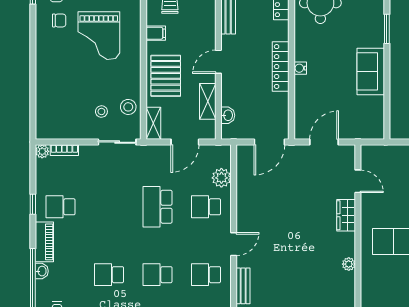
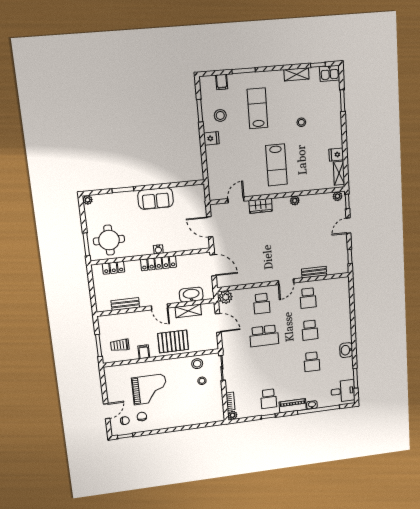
washbasin: (228, 115) -> (191, 295), width x1.91, depth x1.45
shelving: (153, 123) -> (207, 346), removed
plant: (221, 178) -> (226, 297), moved
door: (234, 244) -> (286, 282), swing flipped

